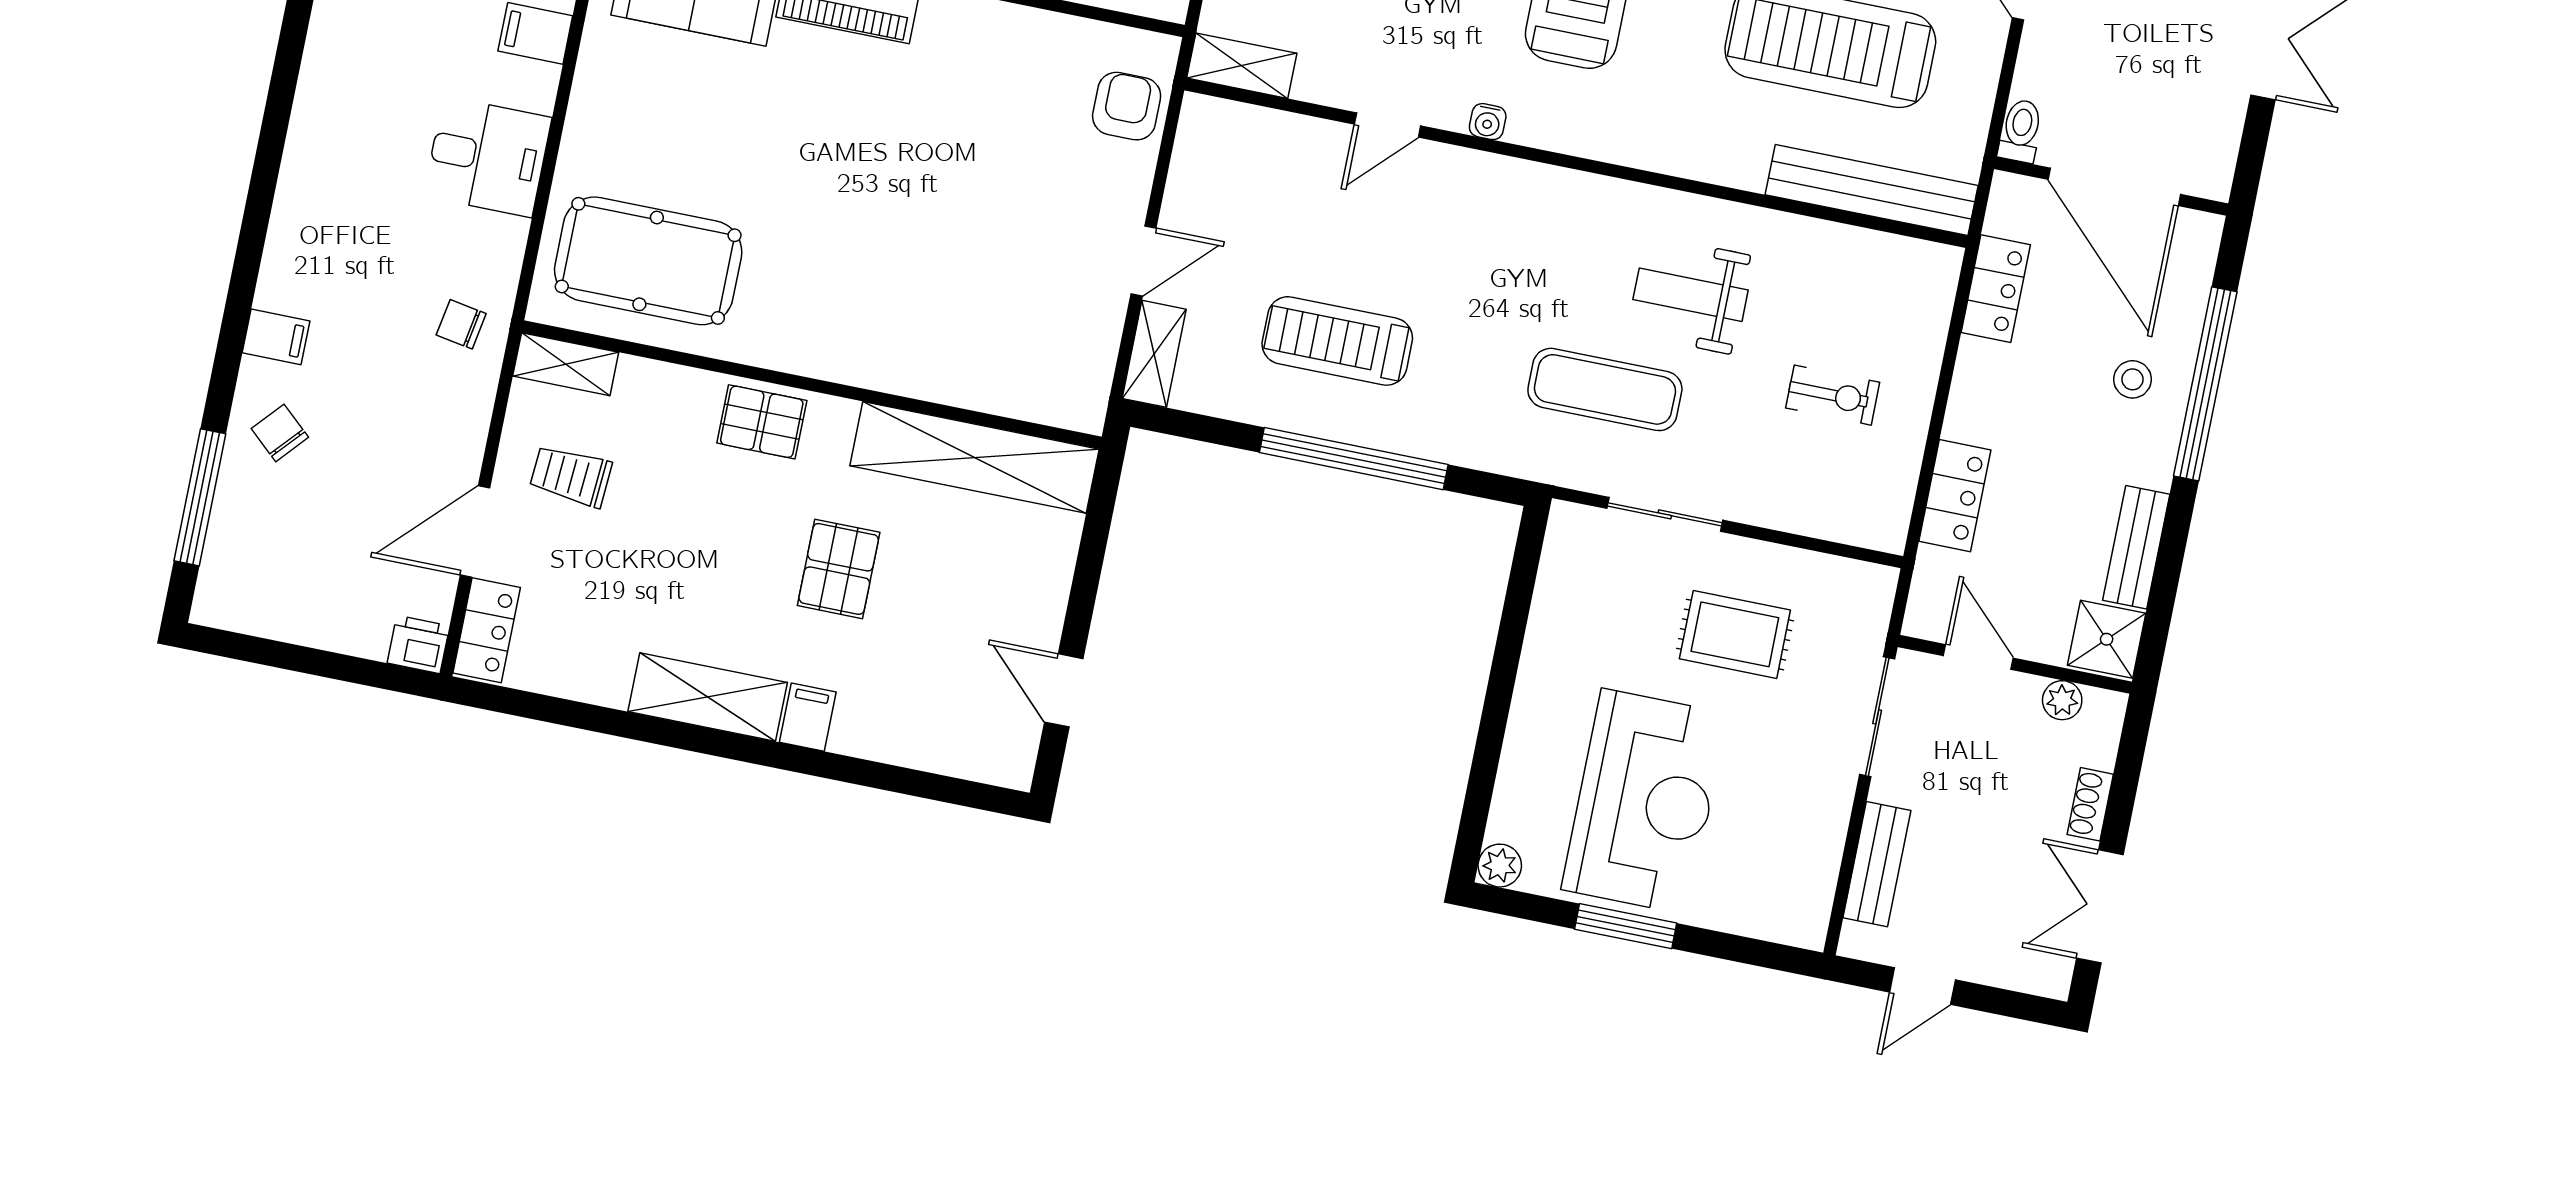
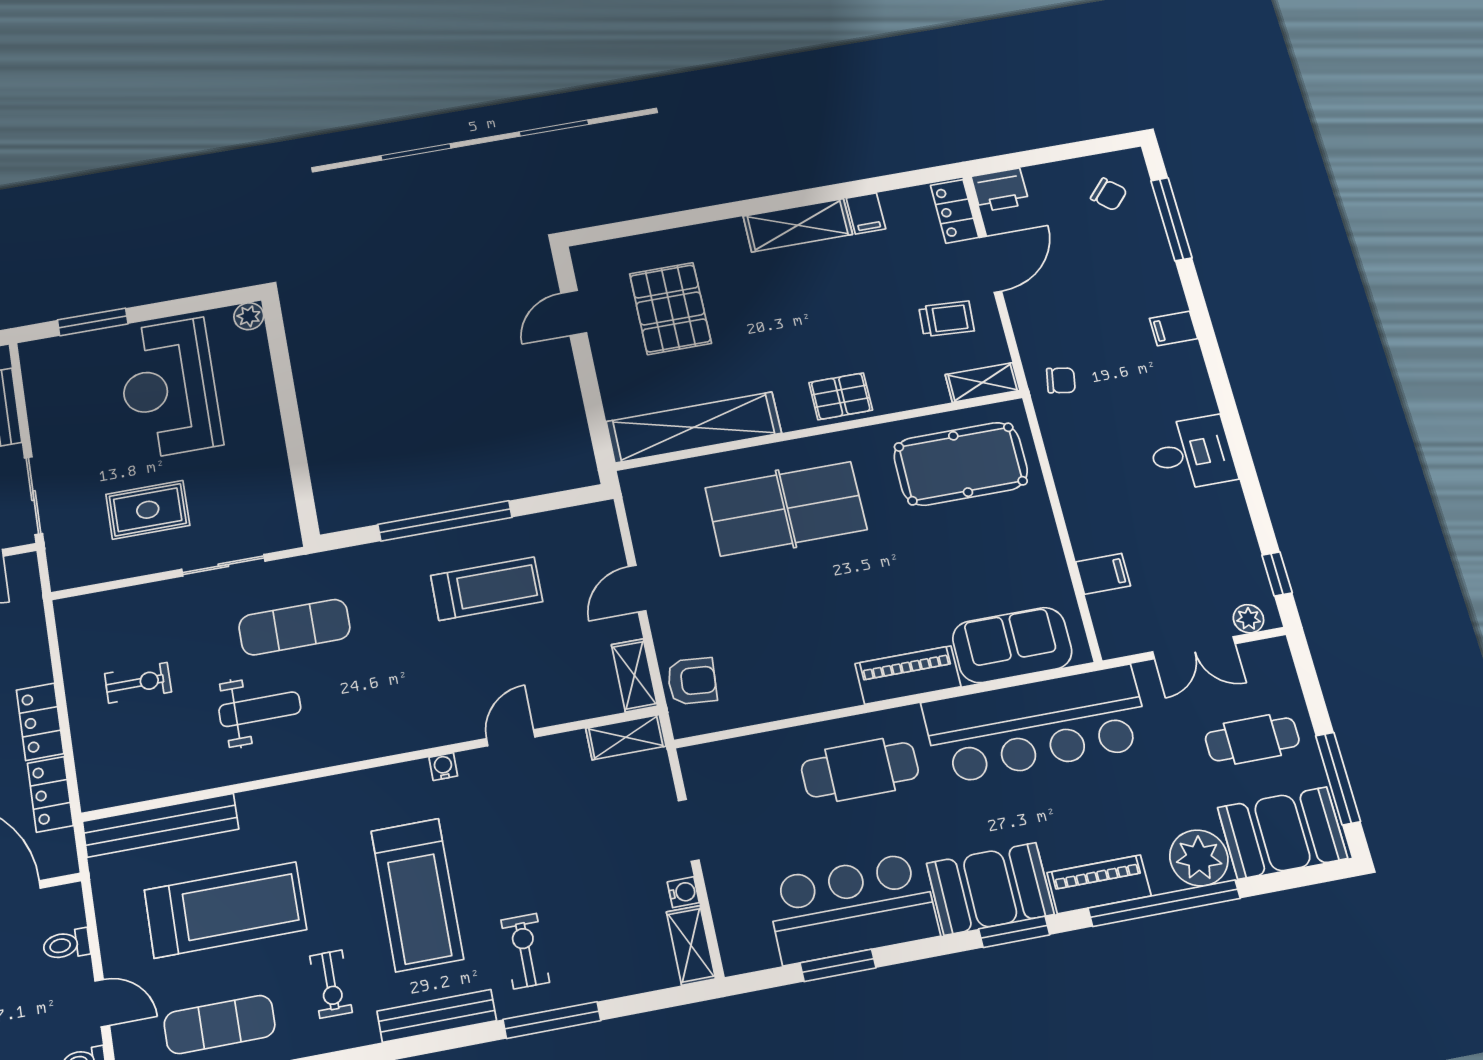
armchair: (1127, 106) -> (692, 681), turned -85
toilet: (2021, 131) -> (66, 945), moved, turned 90
desk: (488, 157) -> (1192, 453), moved, turned 180
table tennis table: (904, 292) -> (786, 509), added
shelving: (1154, 354) -> (634, 675), moved
exercise bike: (1833, 395) -> (138, 683), turned 180
chair: (280, 433) -> (1109, 194), moved
locker: (1955, 496) -> (40, 722), moved
pallet: (839, 569) -> (670, 308), moved, width x1.50, depth x1.42
printer: (418, 644) -> (1000, 190), width x1.36, depth x1.24
door: (1064, 690) -> (574, 313), swing flipped
filing cabinet: (808, 717) -> (866, 213), moved
window: (1626, 926) -> (93, 322), moved

